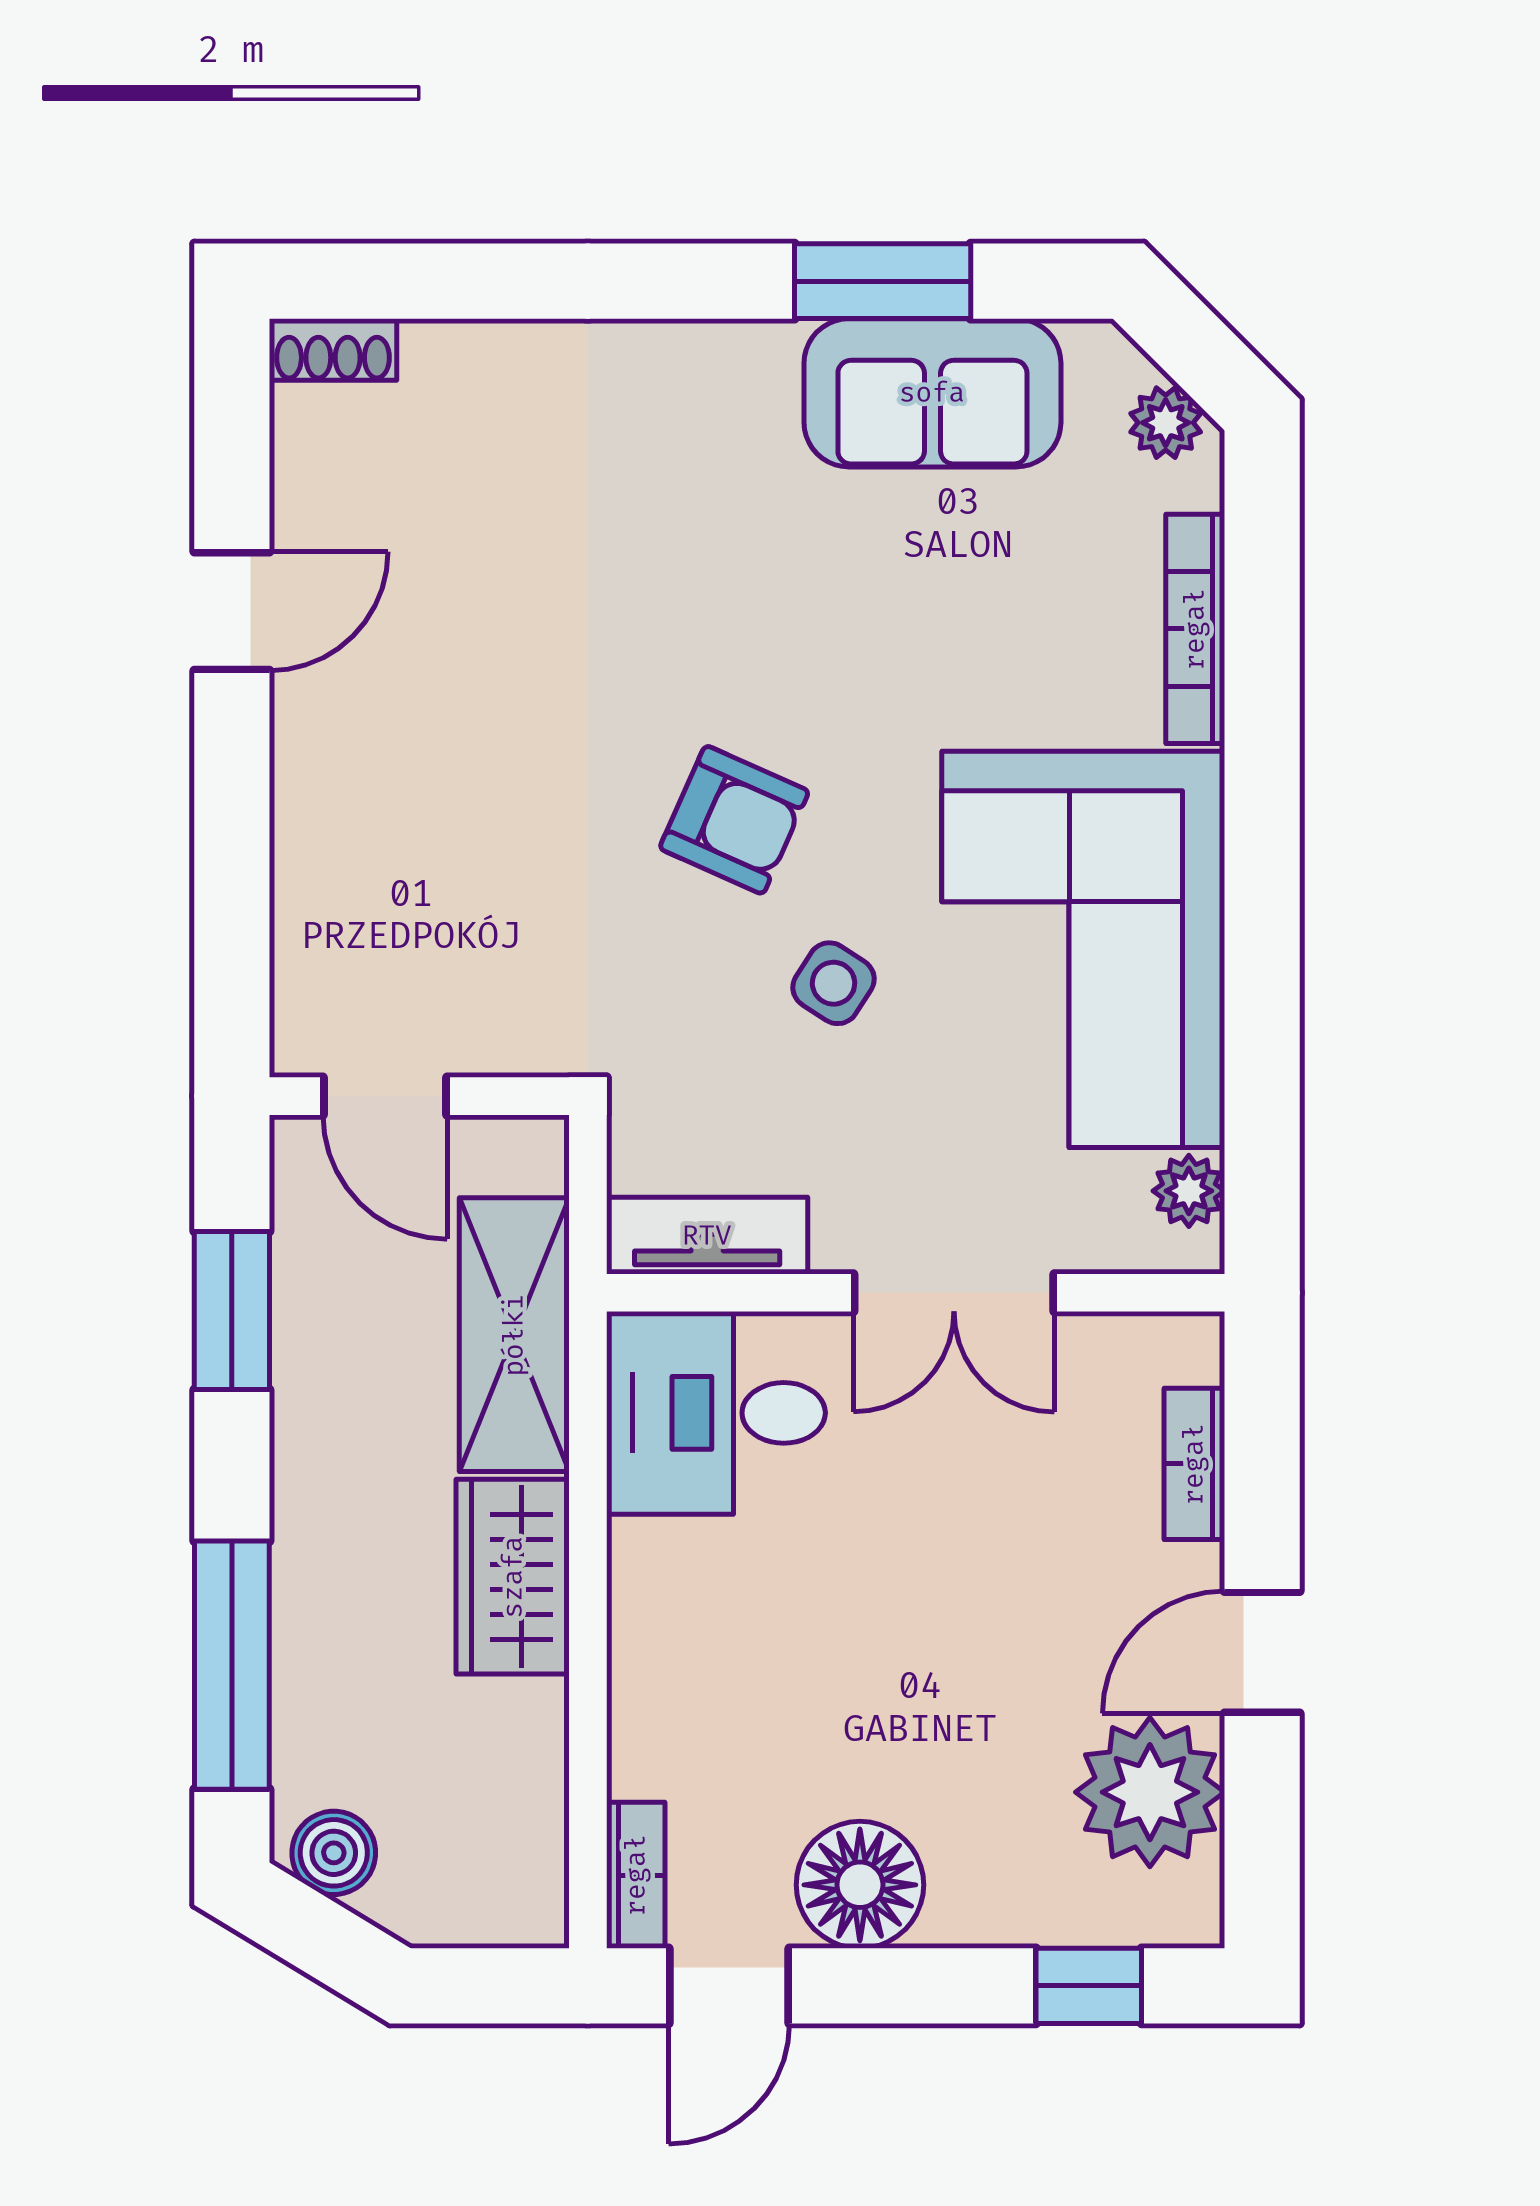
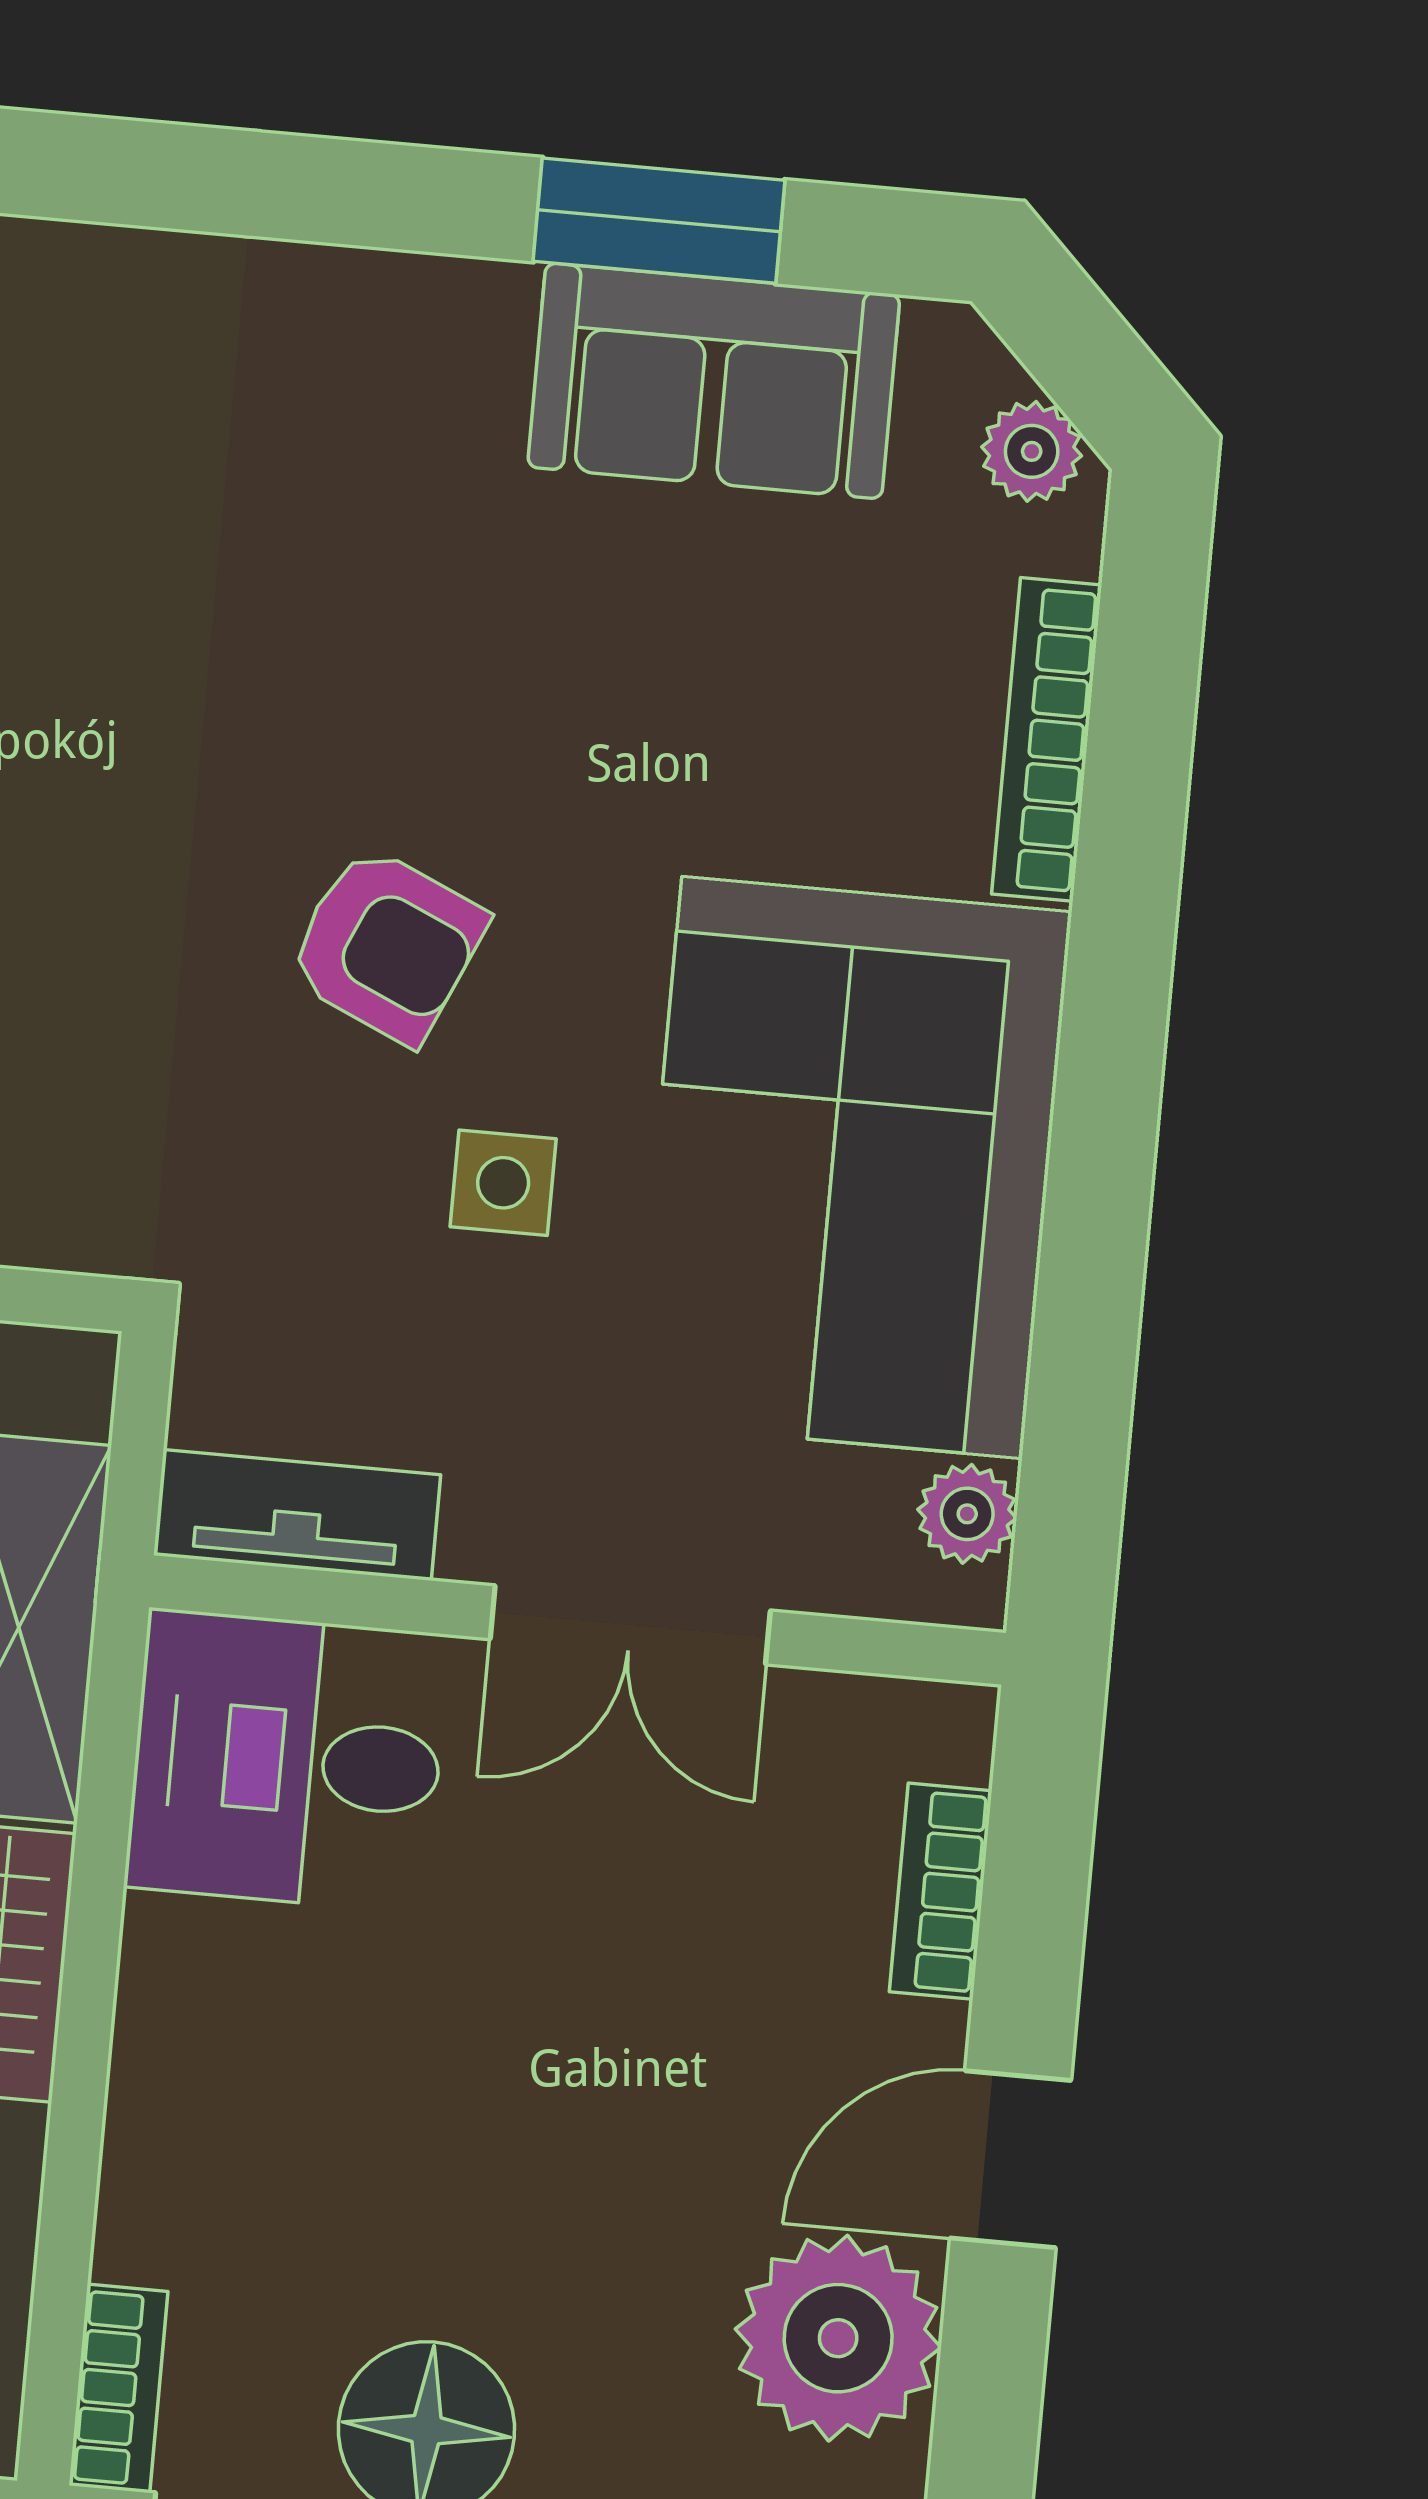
side table: (833, 983) -> (503, 1183), turned -33

